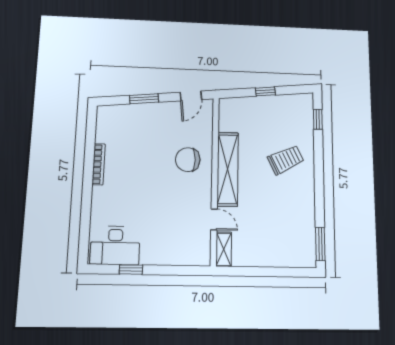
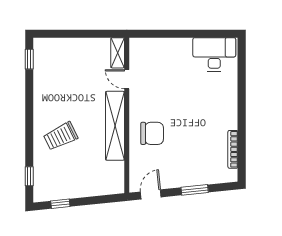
window: (265, 91) -> (60, 204), moved
bookcase: (99, 164) -> (233, 149), moved
window: (320, 244) -> (29, 59), width x0.67
window: (131, 270) -> (199, 34), removed

